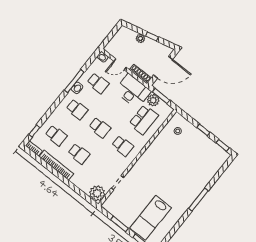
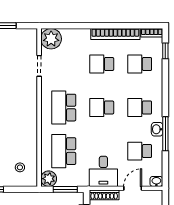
desk: (133, 91) -> (103, 171), width x0.73
plant: (153, 100) -> (49, 179), moved
school desk: (123, 146) -> (64, 108), width x1.85

